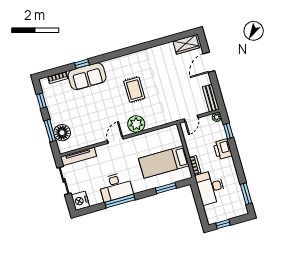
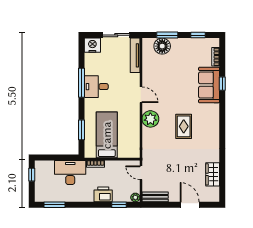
wardrobe: (186, 44) -> (213, 174), moved
rug: (134, 90) -> (184, 126), turned 90
desk: (116, 187) -> (96, 87), width x0.73

